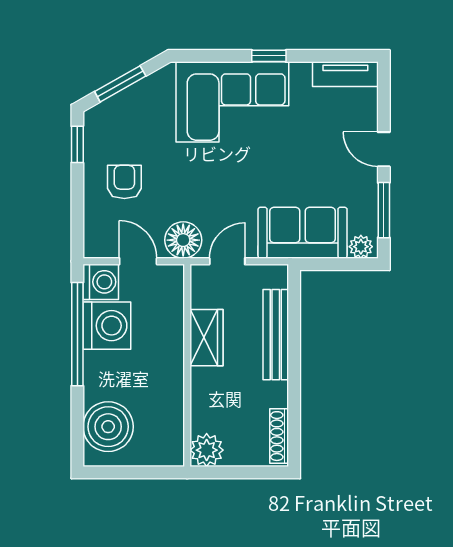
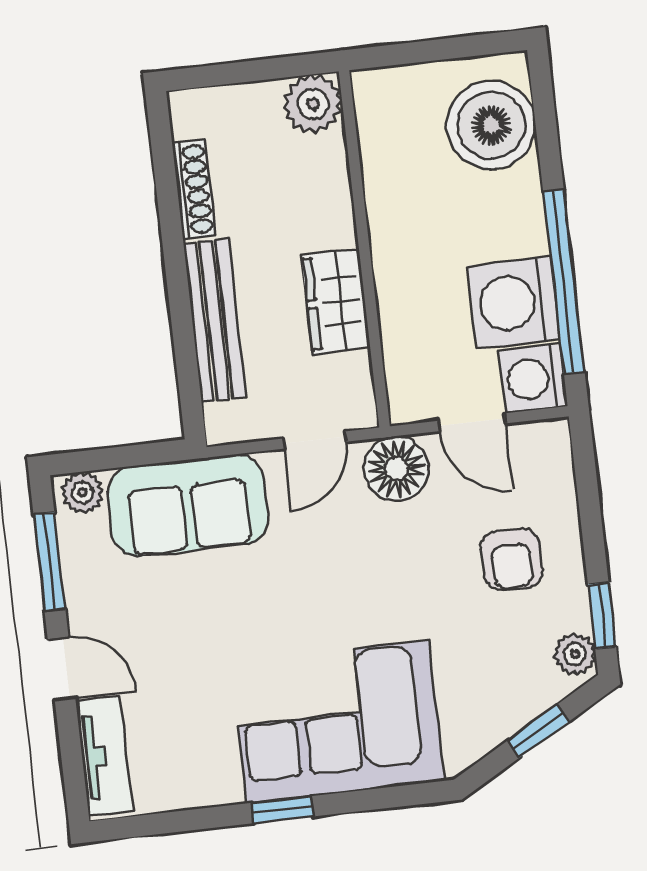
tv unit: (345, 74) -> (104, 756), moved, turned 90
window: (120, 84) -> (539, 731), width x0.67
plant: (95, 124) -> (575, 654), added
shoe rack: (279, 436) -> (194, 189), moved

